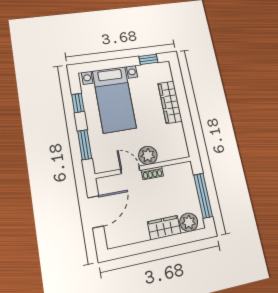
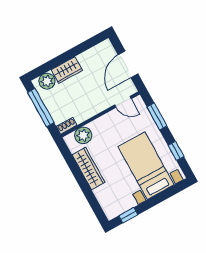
wardrobe: (170, 102) -> (88, 169), moved
plant: (148, 155) -> (83, 135), moved
door: (130, 170) -> (123, 102), moved
shoe rack: (152, 173) -> (67, 126), moved

